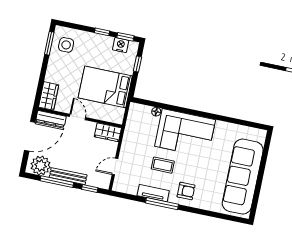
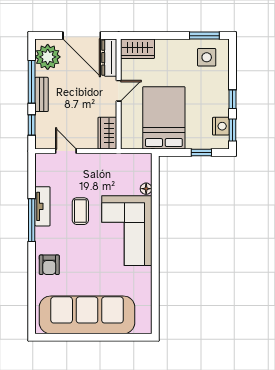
bench: (68, 176) -> (42, 94), width x0.73
armchair: (186, 191) -> (49, 265), moved

